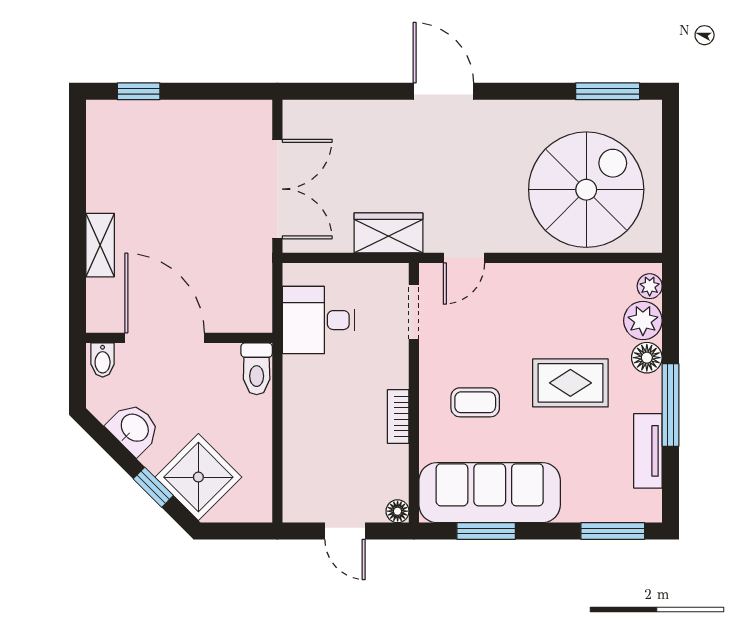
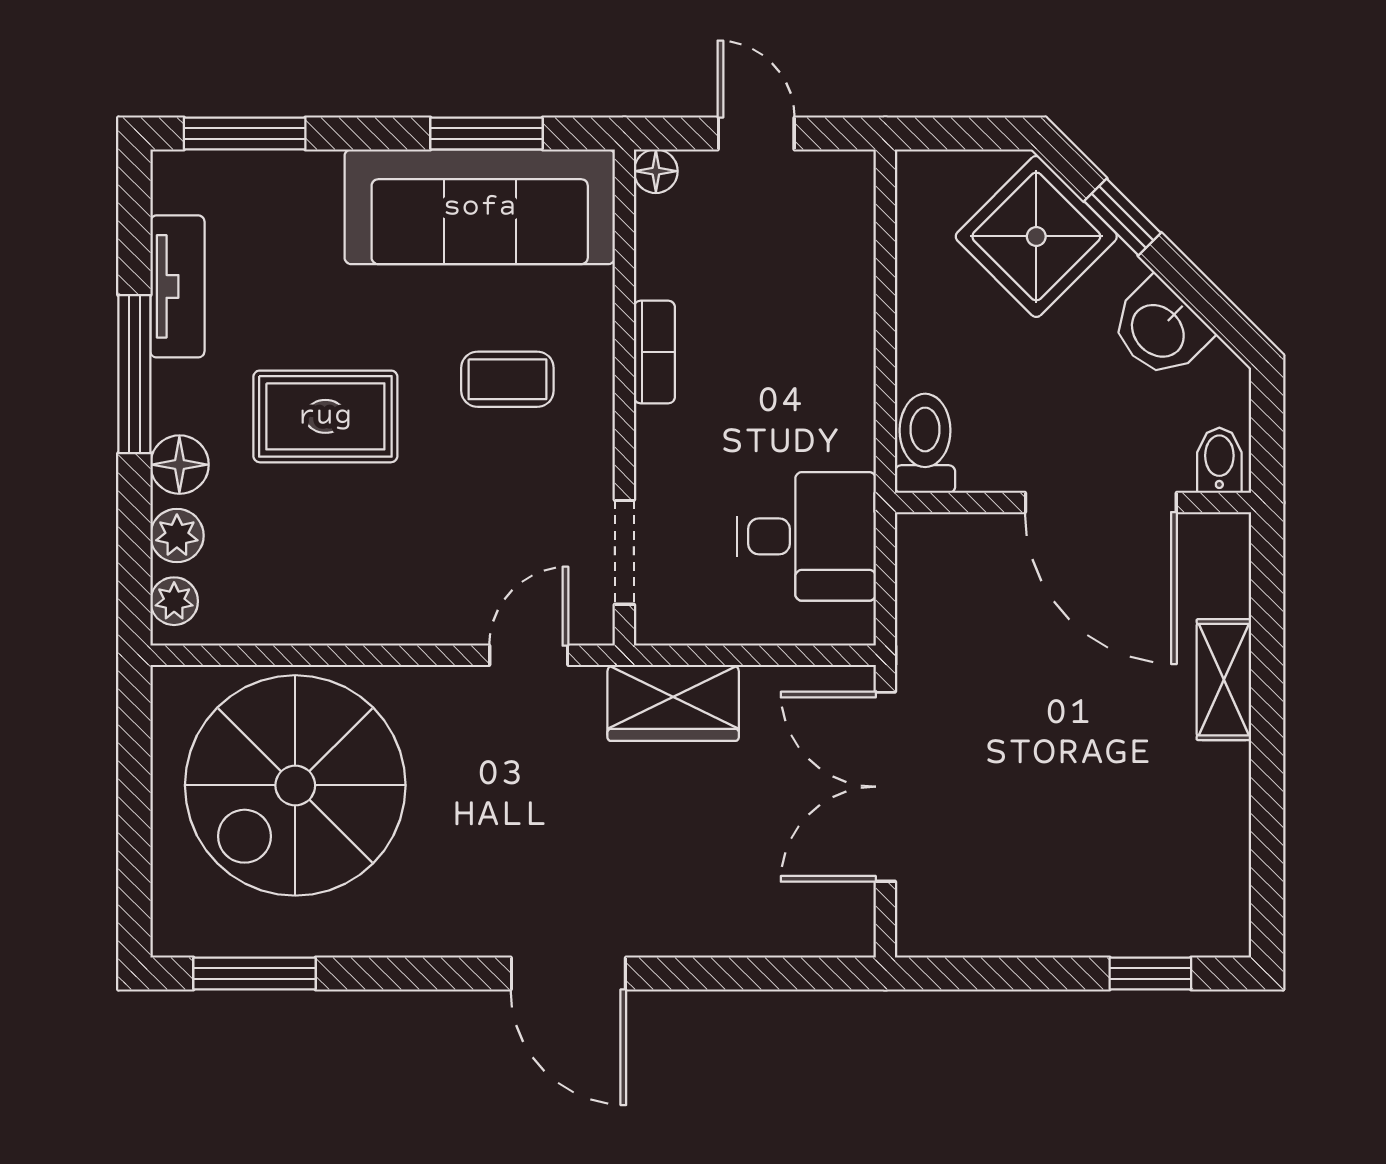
plant: (643, 321) -> (177, 536), width x0.73, depth x0.73

